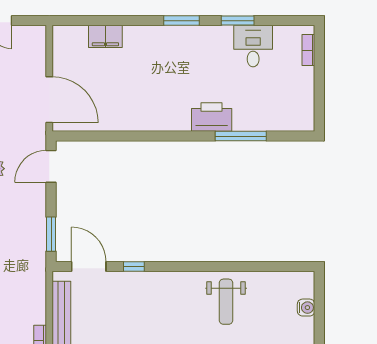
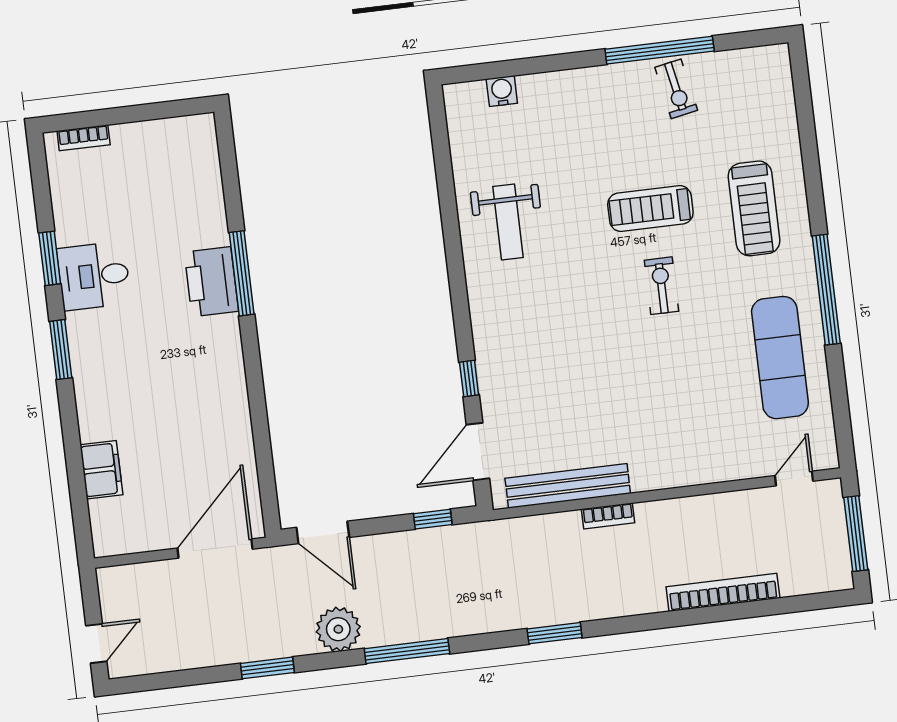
desk: (253, 46) -> (94, 276), moved
window: (241, 136) -> (242, 273), moved
window: (51, 234) -> (433, 519), width x0.67
weight bench: (226, 302) -> (508, 222), turned 90

